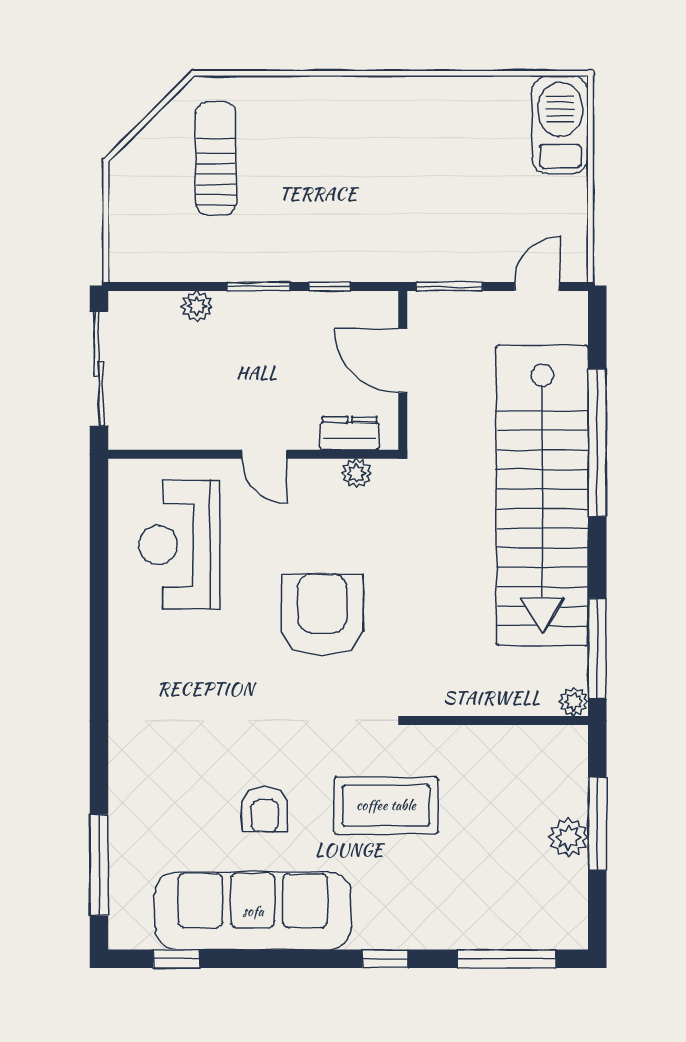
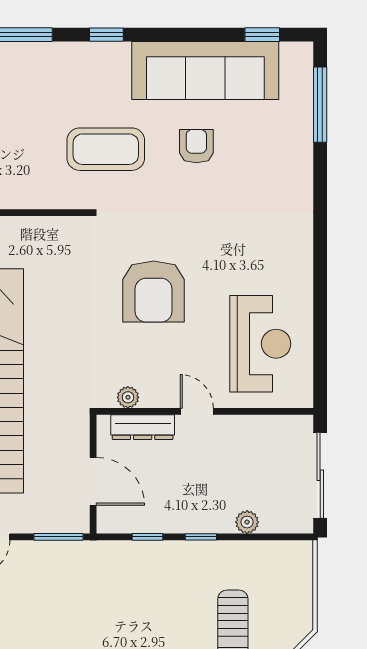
window: (259, 286) -> (201, 537), width x0.67
dresser: (350, 433) -> (143, 427), width x1.44

